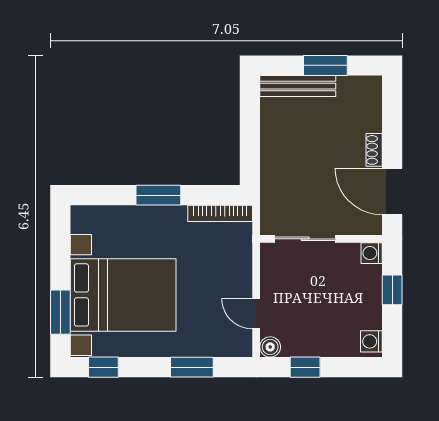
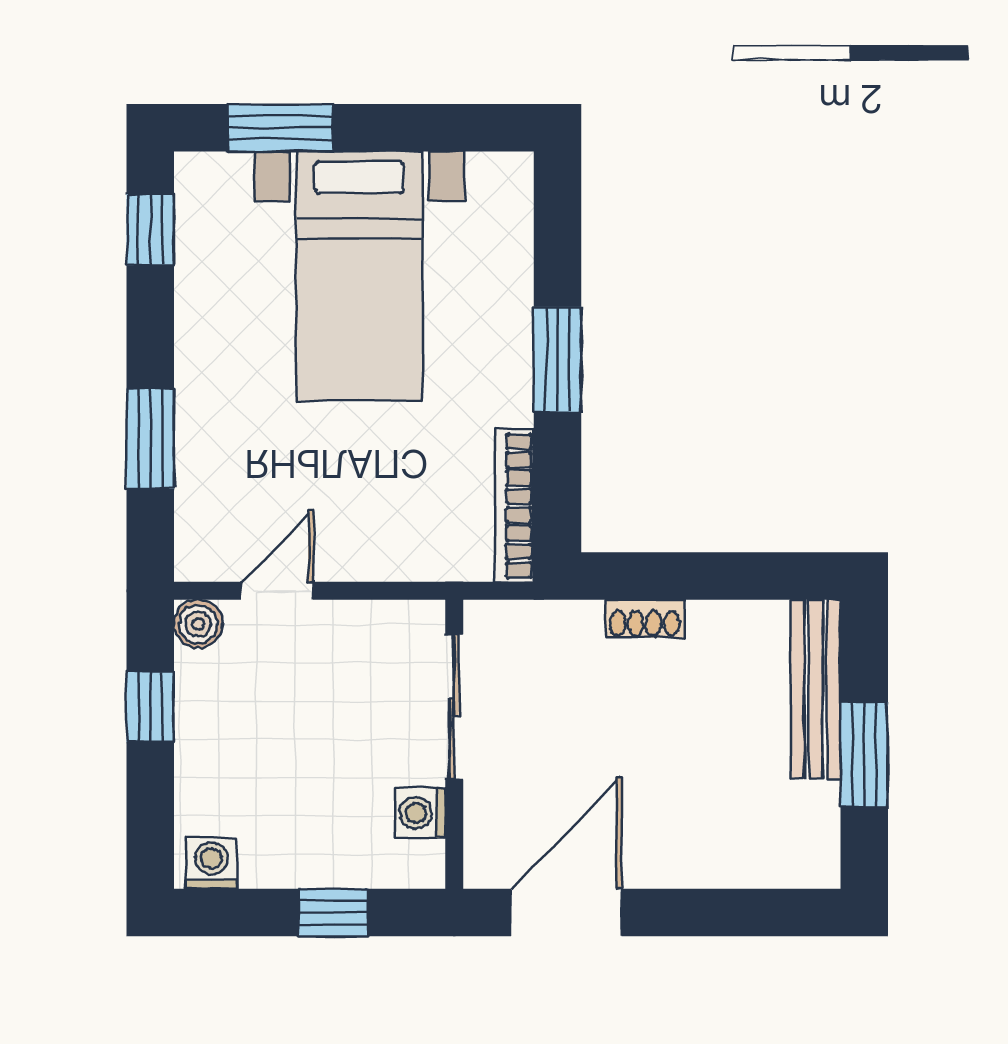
shoe rack: (374, 150) -> (645, 619), moved, turned 180
washing machine: (372, 253) -> (420, 813), moved, turned -90
bed with nightstands: (123, 295) -> (359, 276), width x0.73

